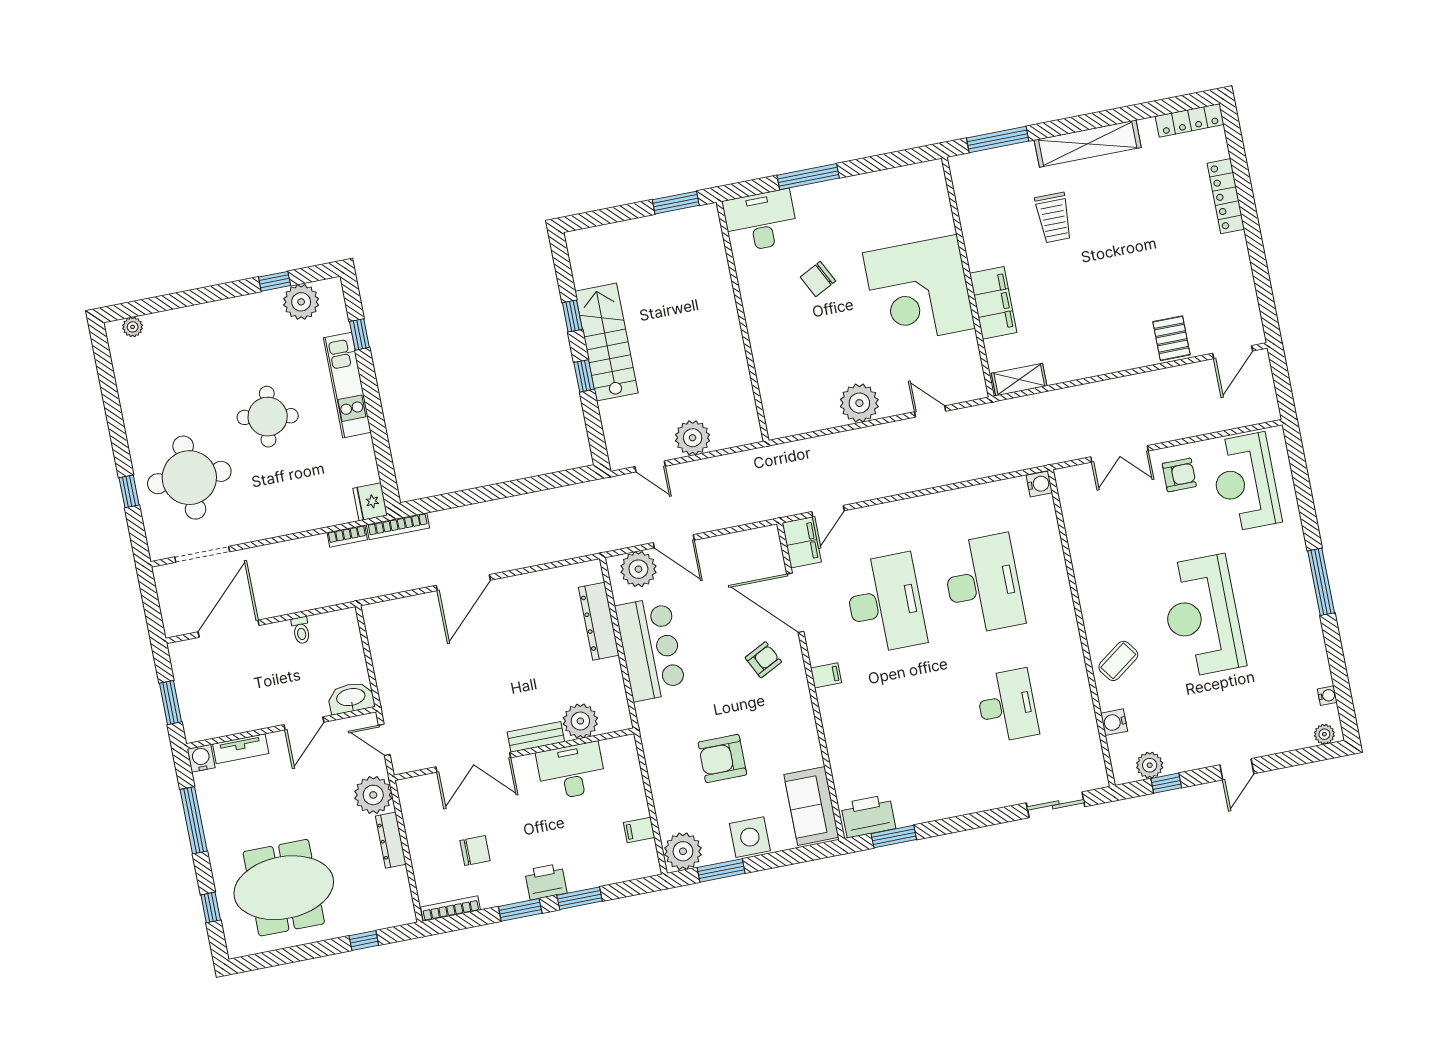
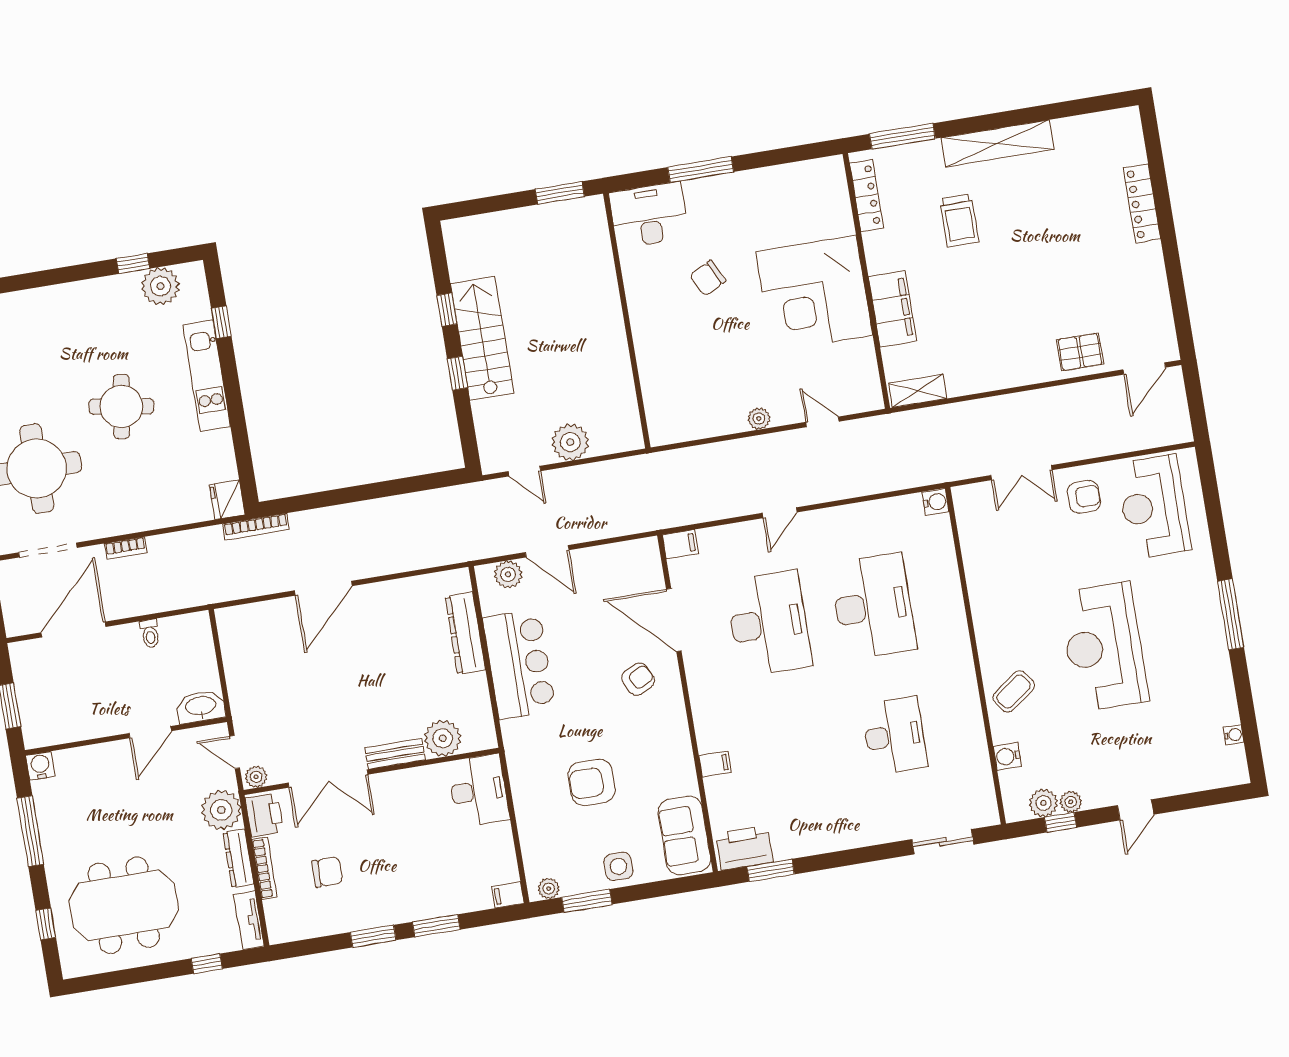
locker: (1190, 120) -> (867, 196), moved, turned -90
pallet: (1171, 338) -> (1080, 352), turned 90
plant: (859, 403) -> (759, 419), width x0.53, depth x0.53
door: (828, 511) -> (780, 513), moved
bookcase: (347, 536) -> (126, 548), moved
filing cabinet: (802, 542) -> (680, 544), width x0.50
plant: (638, 569) -> (508, 574), width x0.73, depth x0.73
filing cabinet: (826, 675) -> (715, 764), moved
plant: (1324, 734) -> (1071, 802), moved
tv unit: (241, 749) -> (249, 920), moved, turned 90
plant: (405, 763) -> (256, 777), added
desk: (571, 771) -> (479, 791), moved, turned 90
filing cabinet: (639, 830) -> (508, 895), moved
side table: (750, 837) -> (618, 866), width x0.73, depth x0.73
plant: (683, 851) -> (549, 888), width x0.53, depth x0.53
printer: (546, 882) -> (264, 815), moved, turned 90
bookcase: (451, 908) -> (265, 868), moved, turned 90

